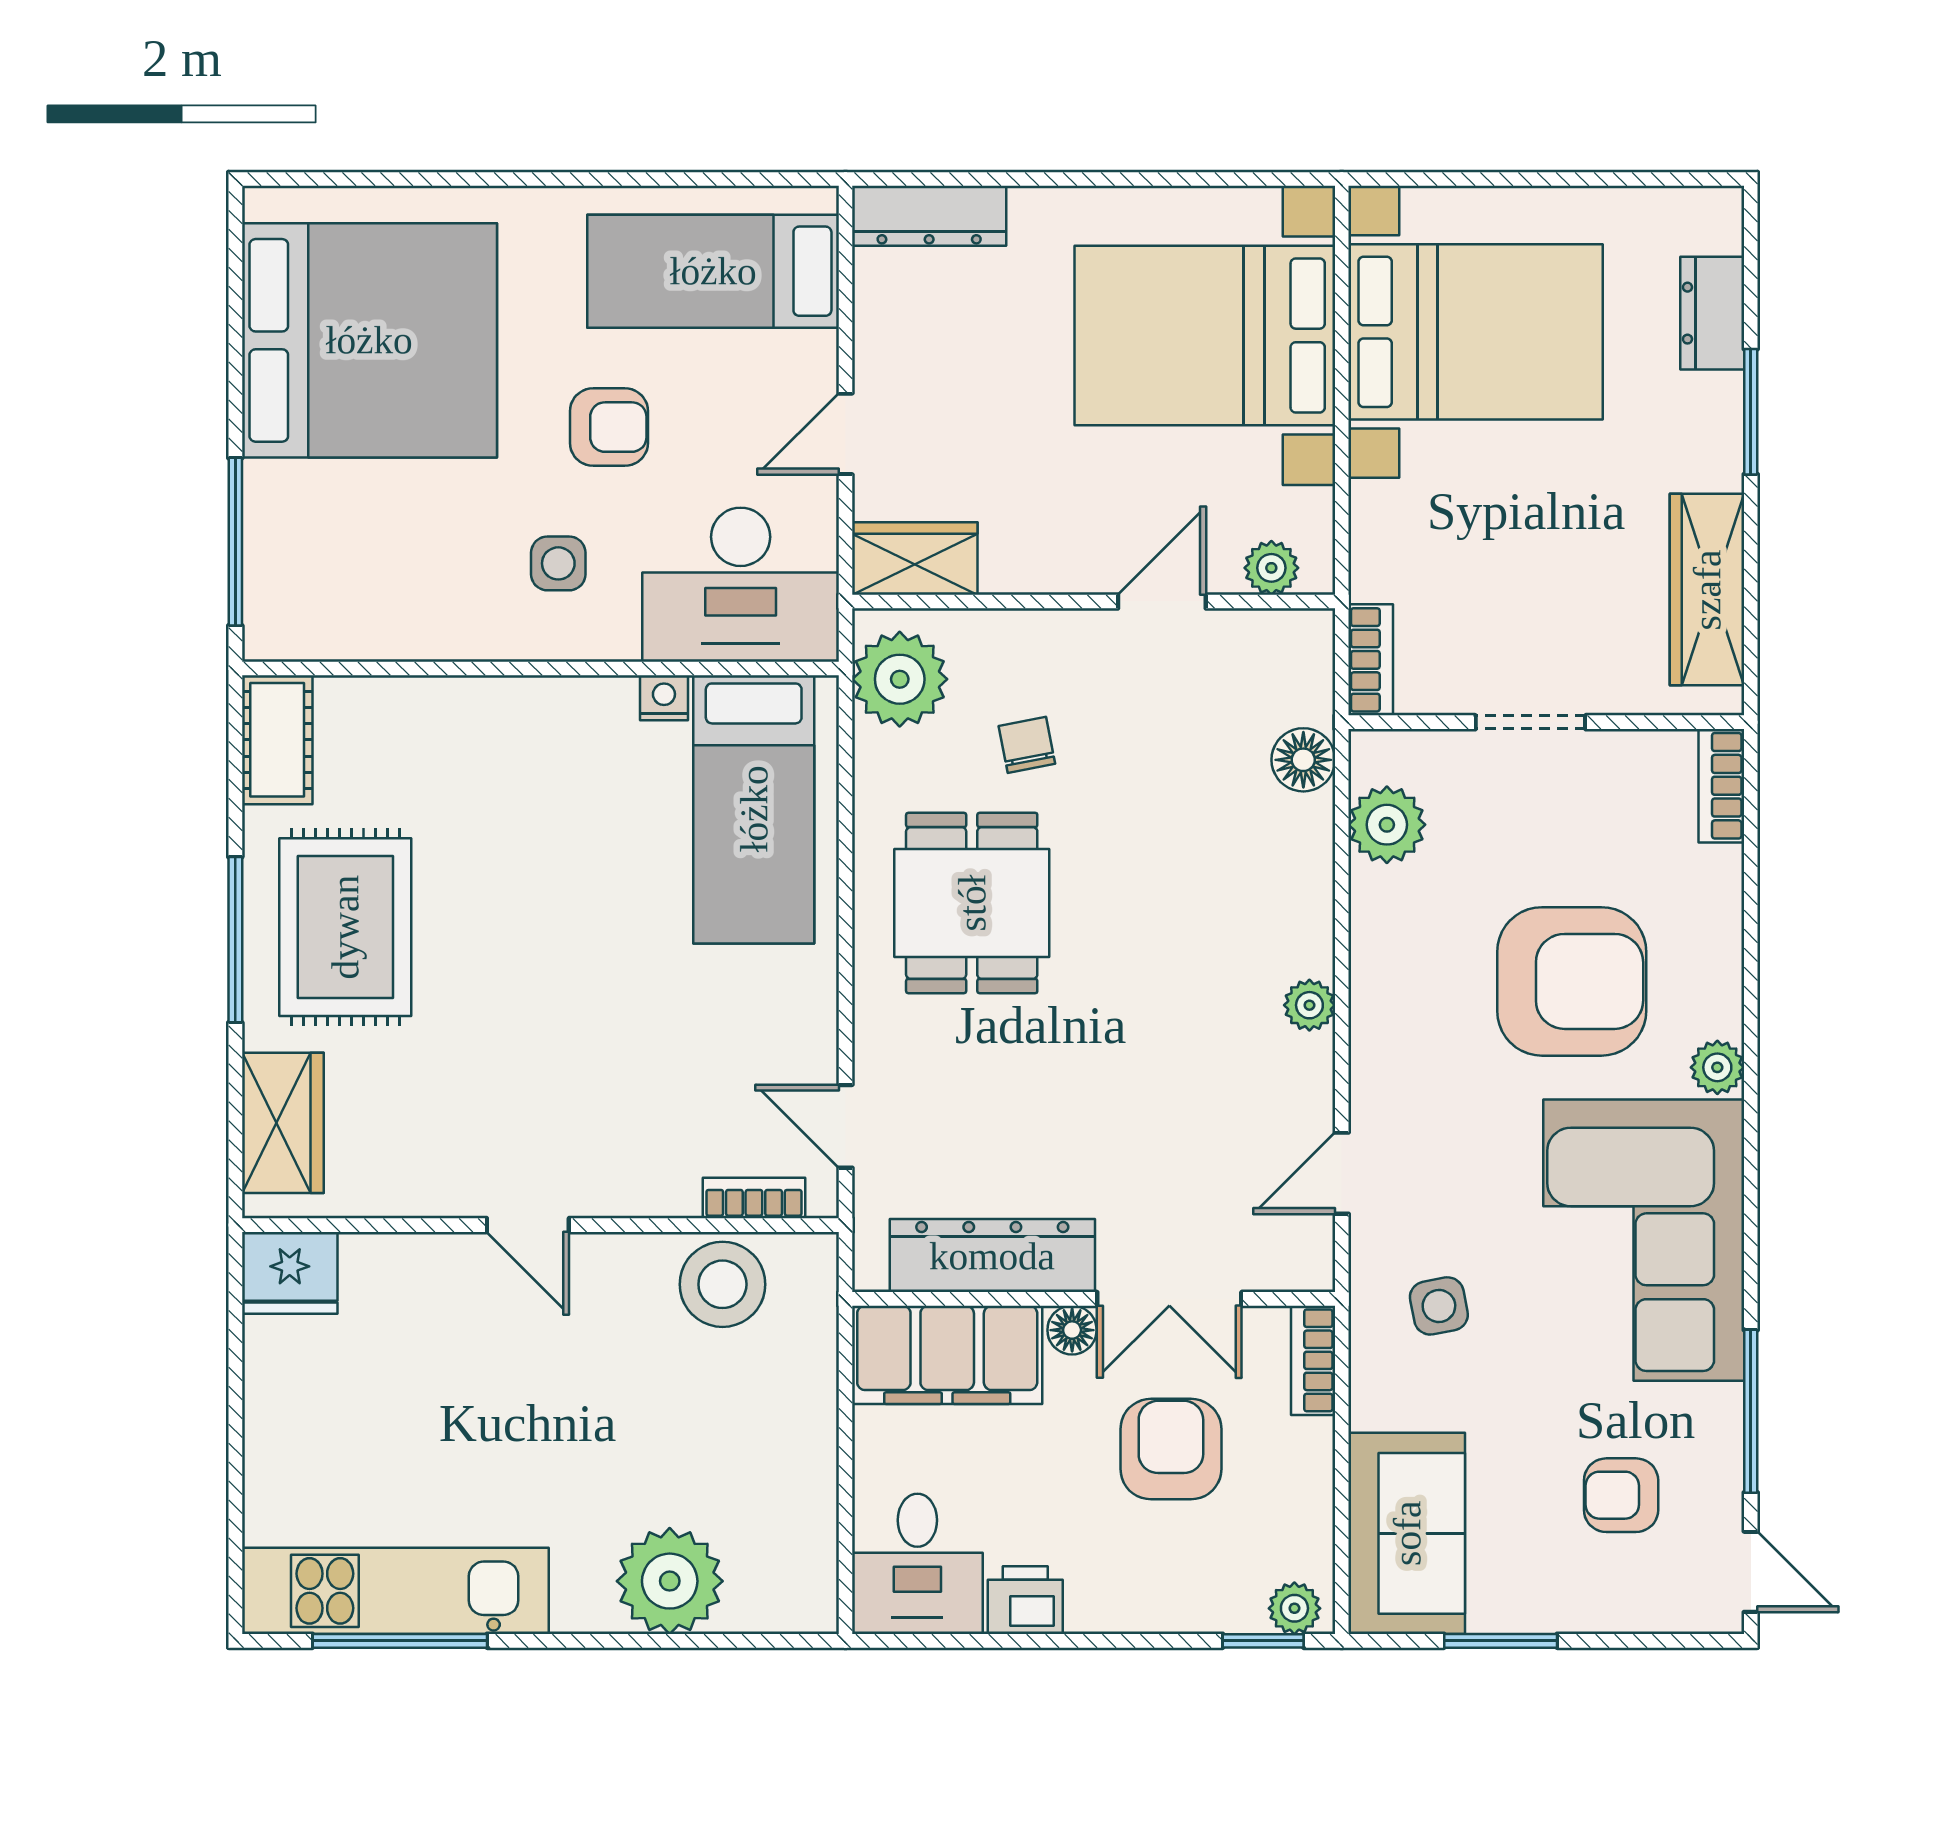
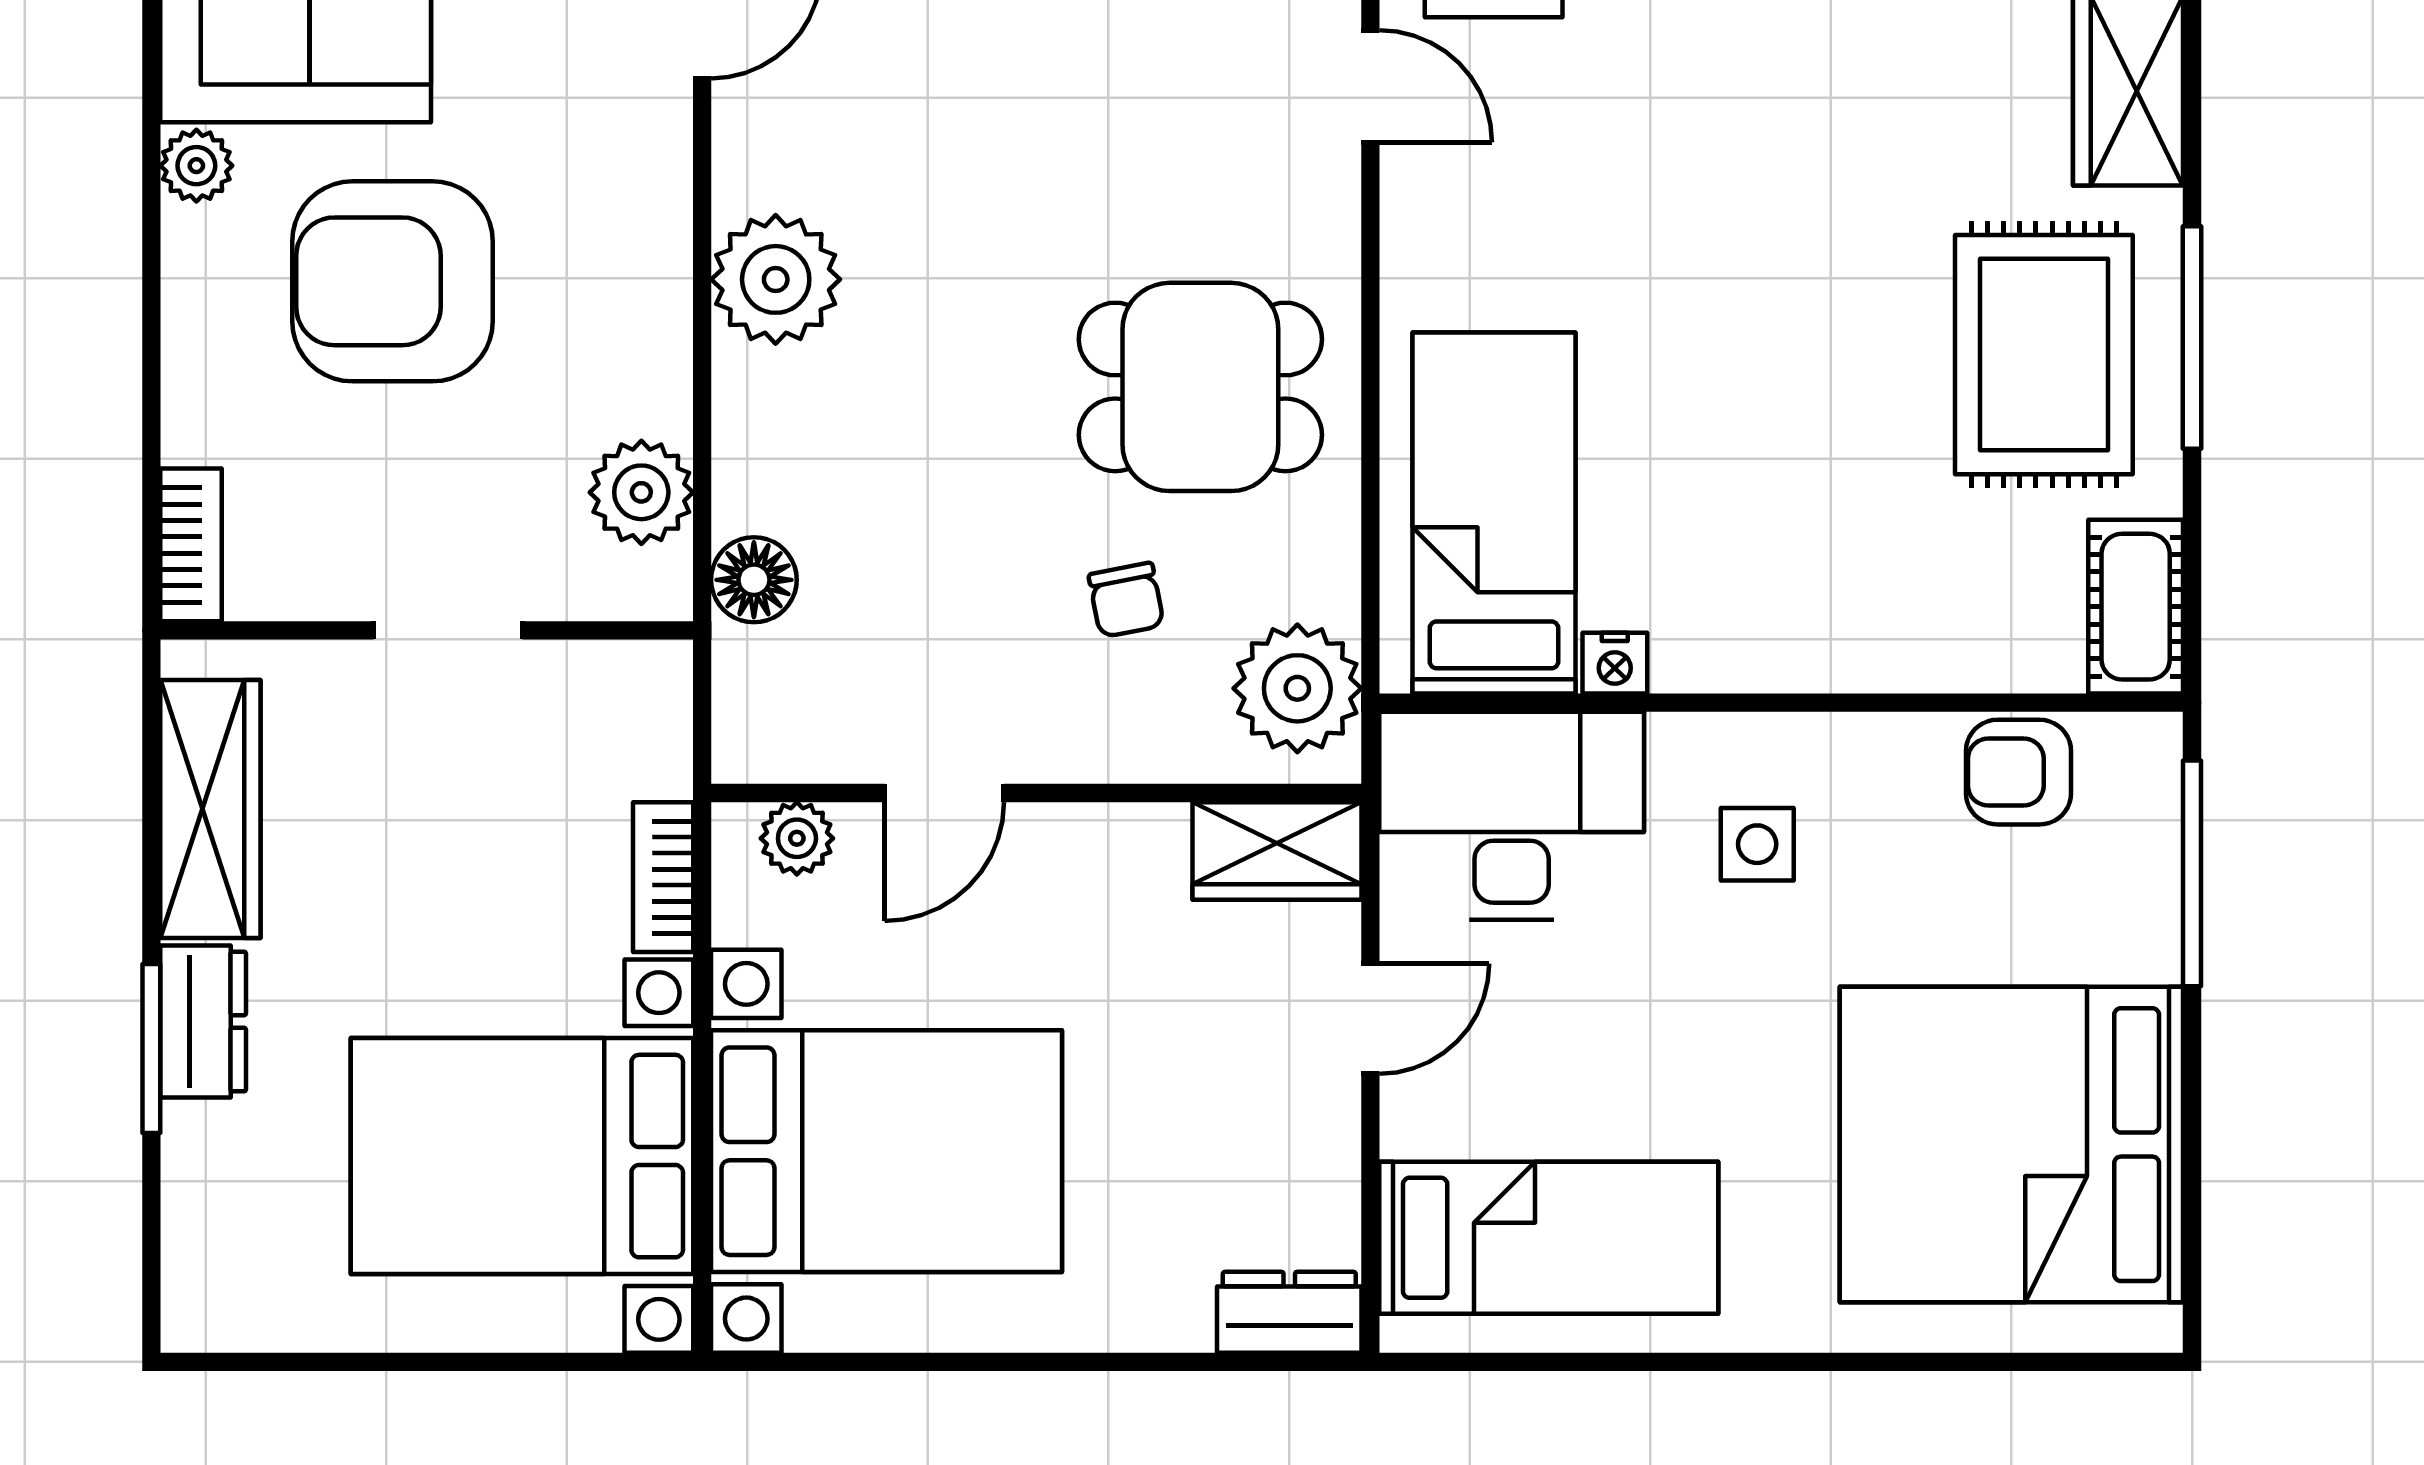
dresser: (929, 216) -> (1289, 1312), width x0.70
dresser: (1712, 313) -> (203, 1022), moved
armchair: (609, 427) -> (2019, 772), moved
bookcase: (1371, 660) -> (663, 877), moved
dining table: (972, 903) -> (1200, 387), turned 90
plant: (1309, 1005) -> (776, 279), width x1.88, depth x1.88

